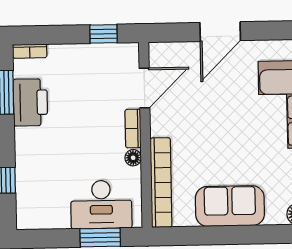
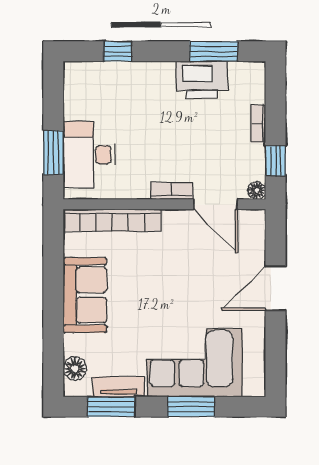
door: (220, 32) -> (275, 288), hinge flipped
bookcase: (30, 51) -> (258, 124), moved
floor lamp: (133, 158) -> (257, 190), moved

